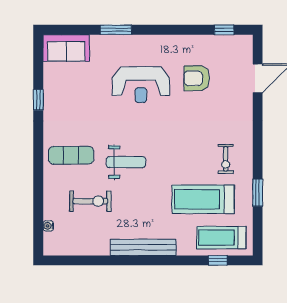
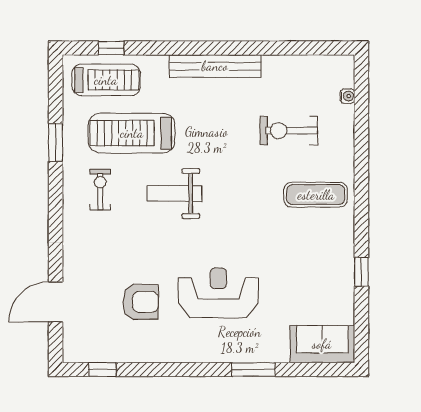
weight bench: (126, 162) -> (174, 193), moved
treadmill: (203, 199) -> (132, 133), turned 180

